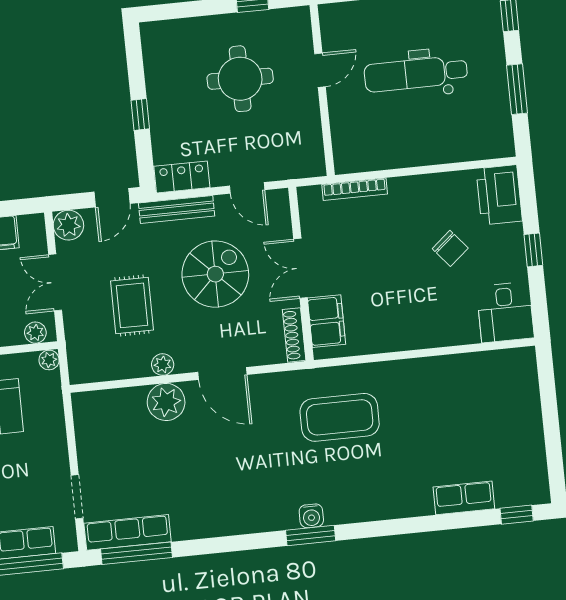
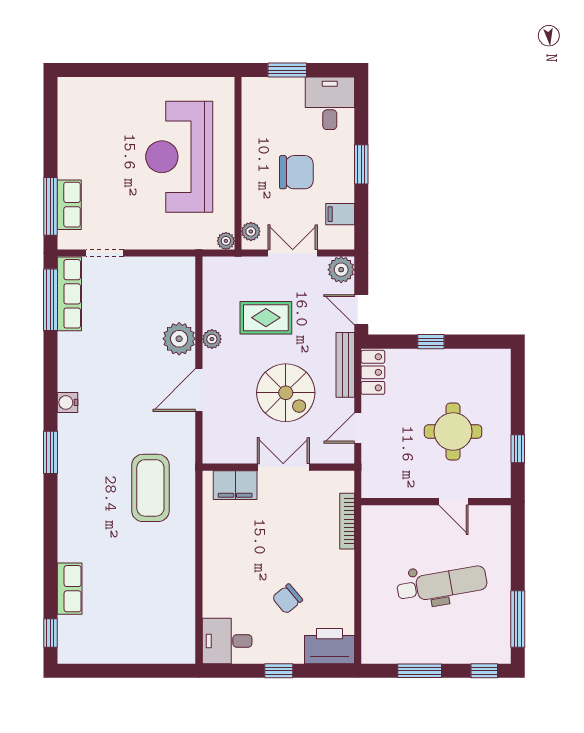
dental chair: (416, 74) -> (442, 584), turned 80
shoe rack: (294, 335) -> (226, 456), removed
water cooler: (311, 516) -> (67, 402), moved

